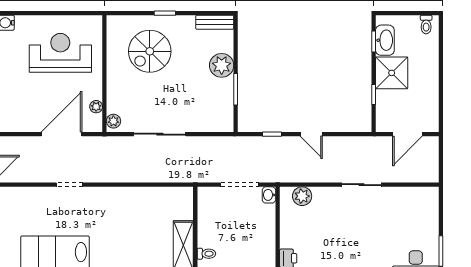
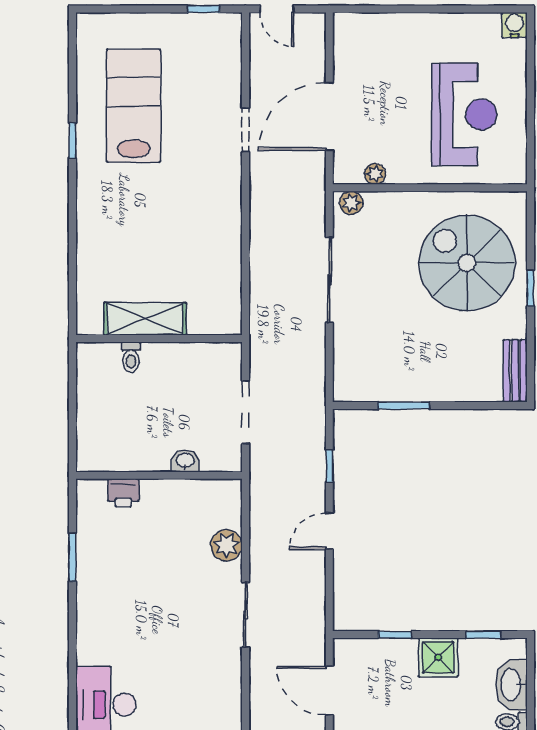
washbasin: (385, 40) -> (512, 685), moved, turned 90
spiral stairs: (150, 51) -> (467, 263), width x1.37, depth x1.37
plant: (222, 65) -> (444, 382), removed
shower: (392, 73) -> (438, 657), width x0.73, depth x0.73
door: (62, 134) -> (329, 117), swing flipped
washbasin: (269, 195) -> (185, 461), moved
plant: (302, 196) -> (226, 545), moved

